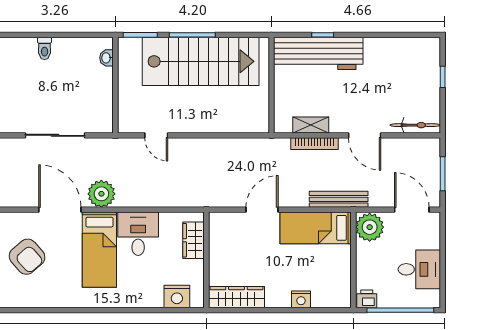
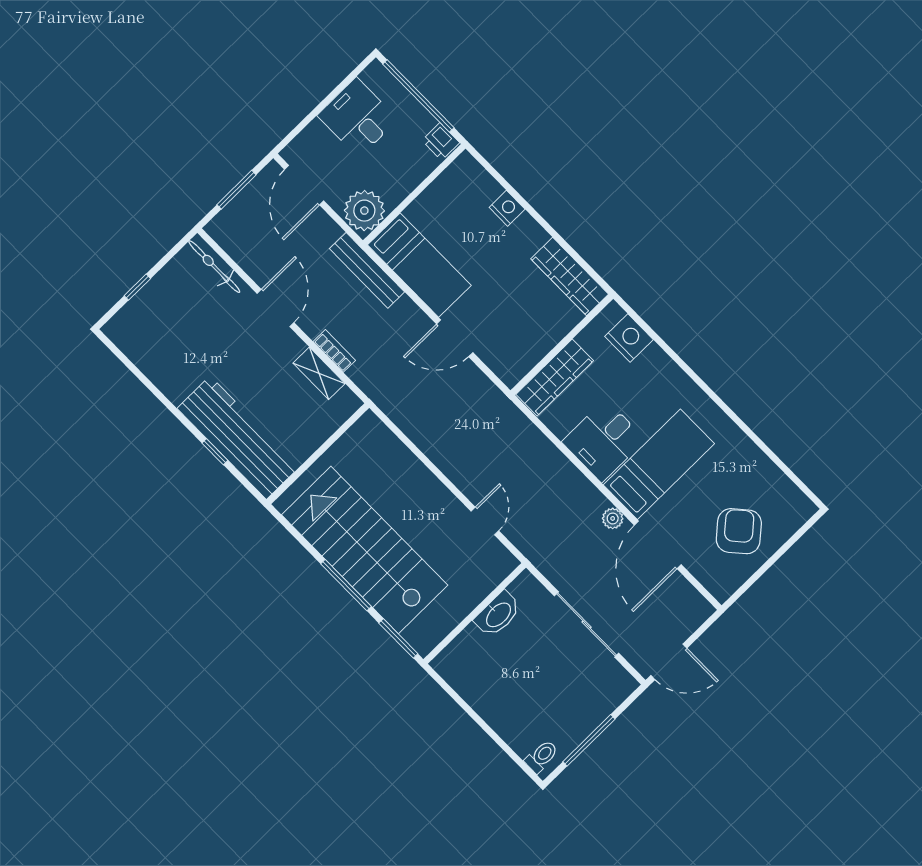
toilet: (45, 48) -> (542, 756), moved
washbasin: (106, 58) -> (498, 614), moved, width x1.91, depth x1.45
bookcase: (315, 144) -> (334, 351), width x0.64
plant: (101, 194) -> (613, 518), width x0.53, depth x0.53
wardrobe: (194, 240) -> (555, 378), width x1.50

